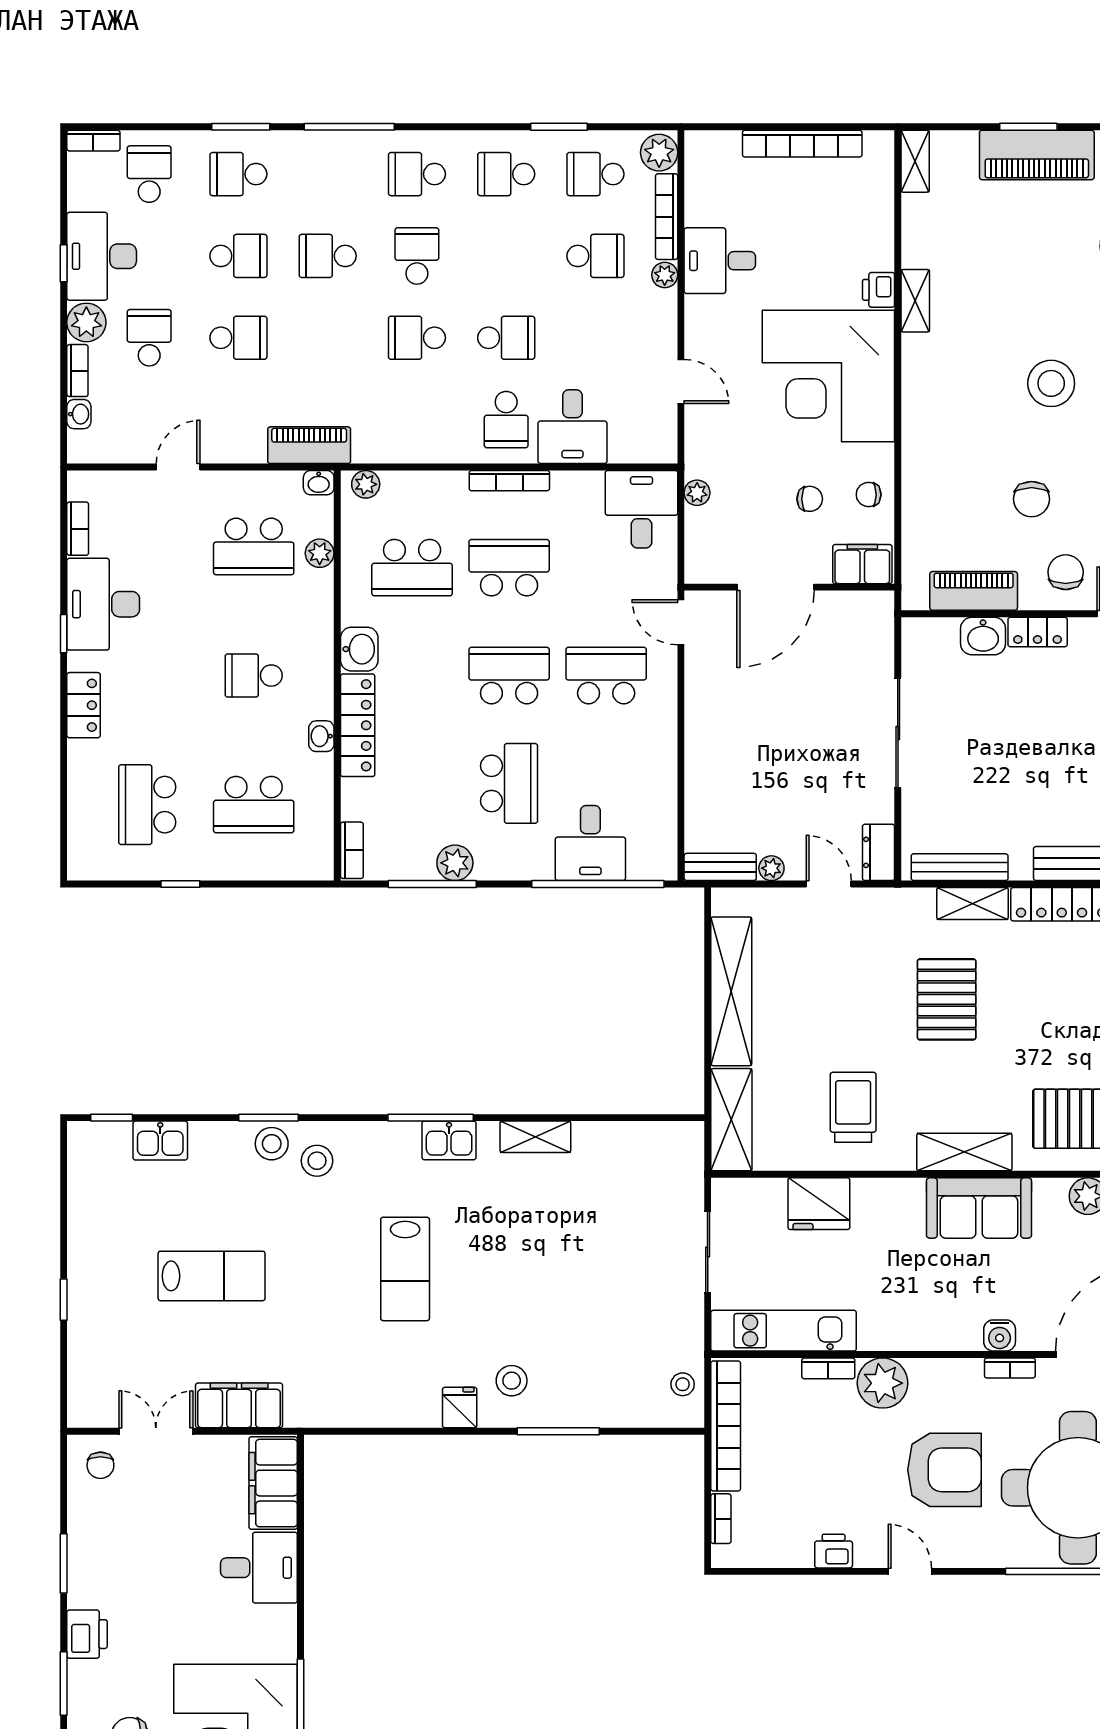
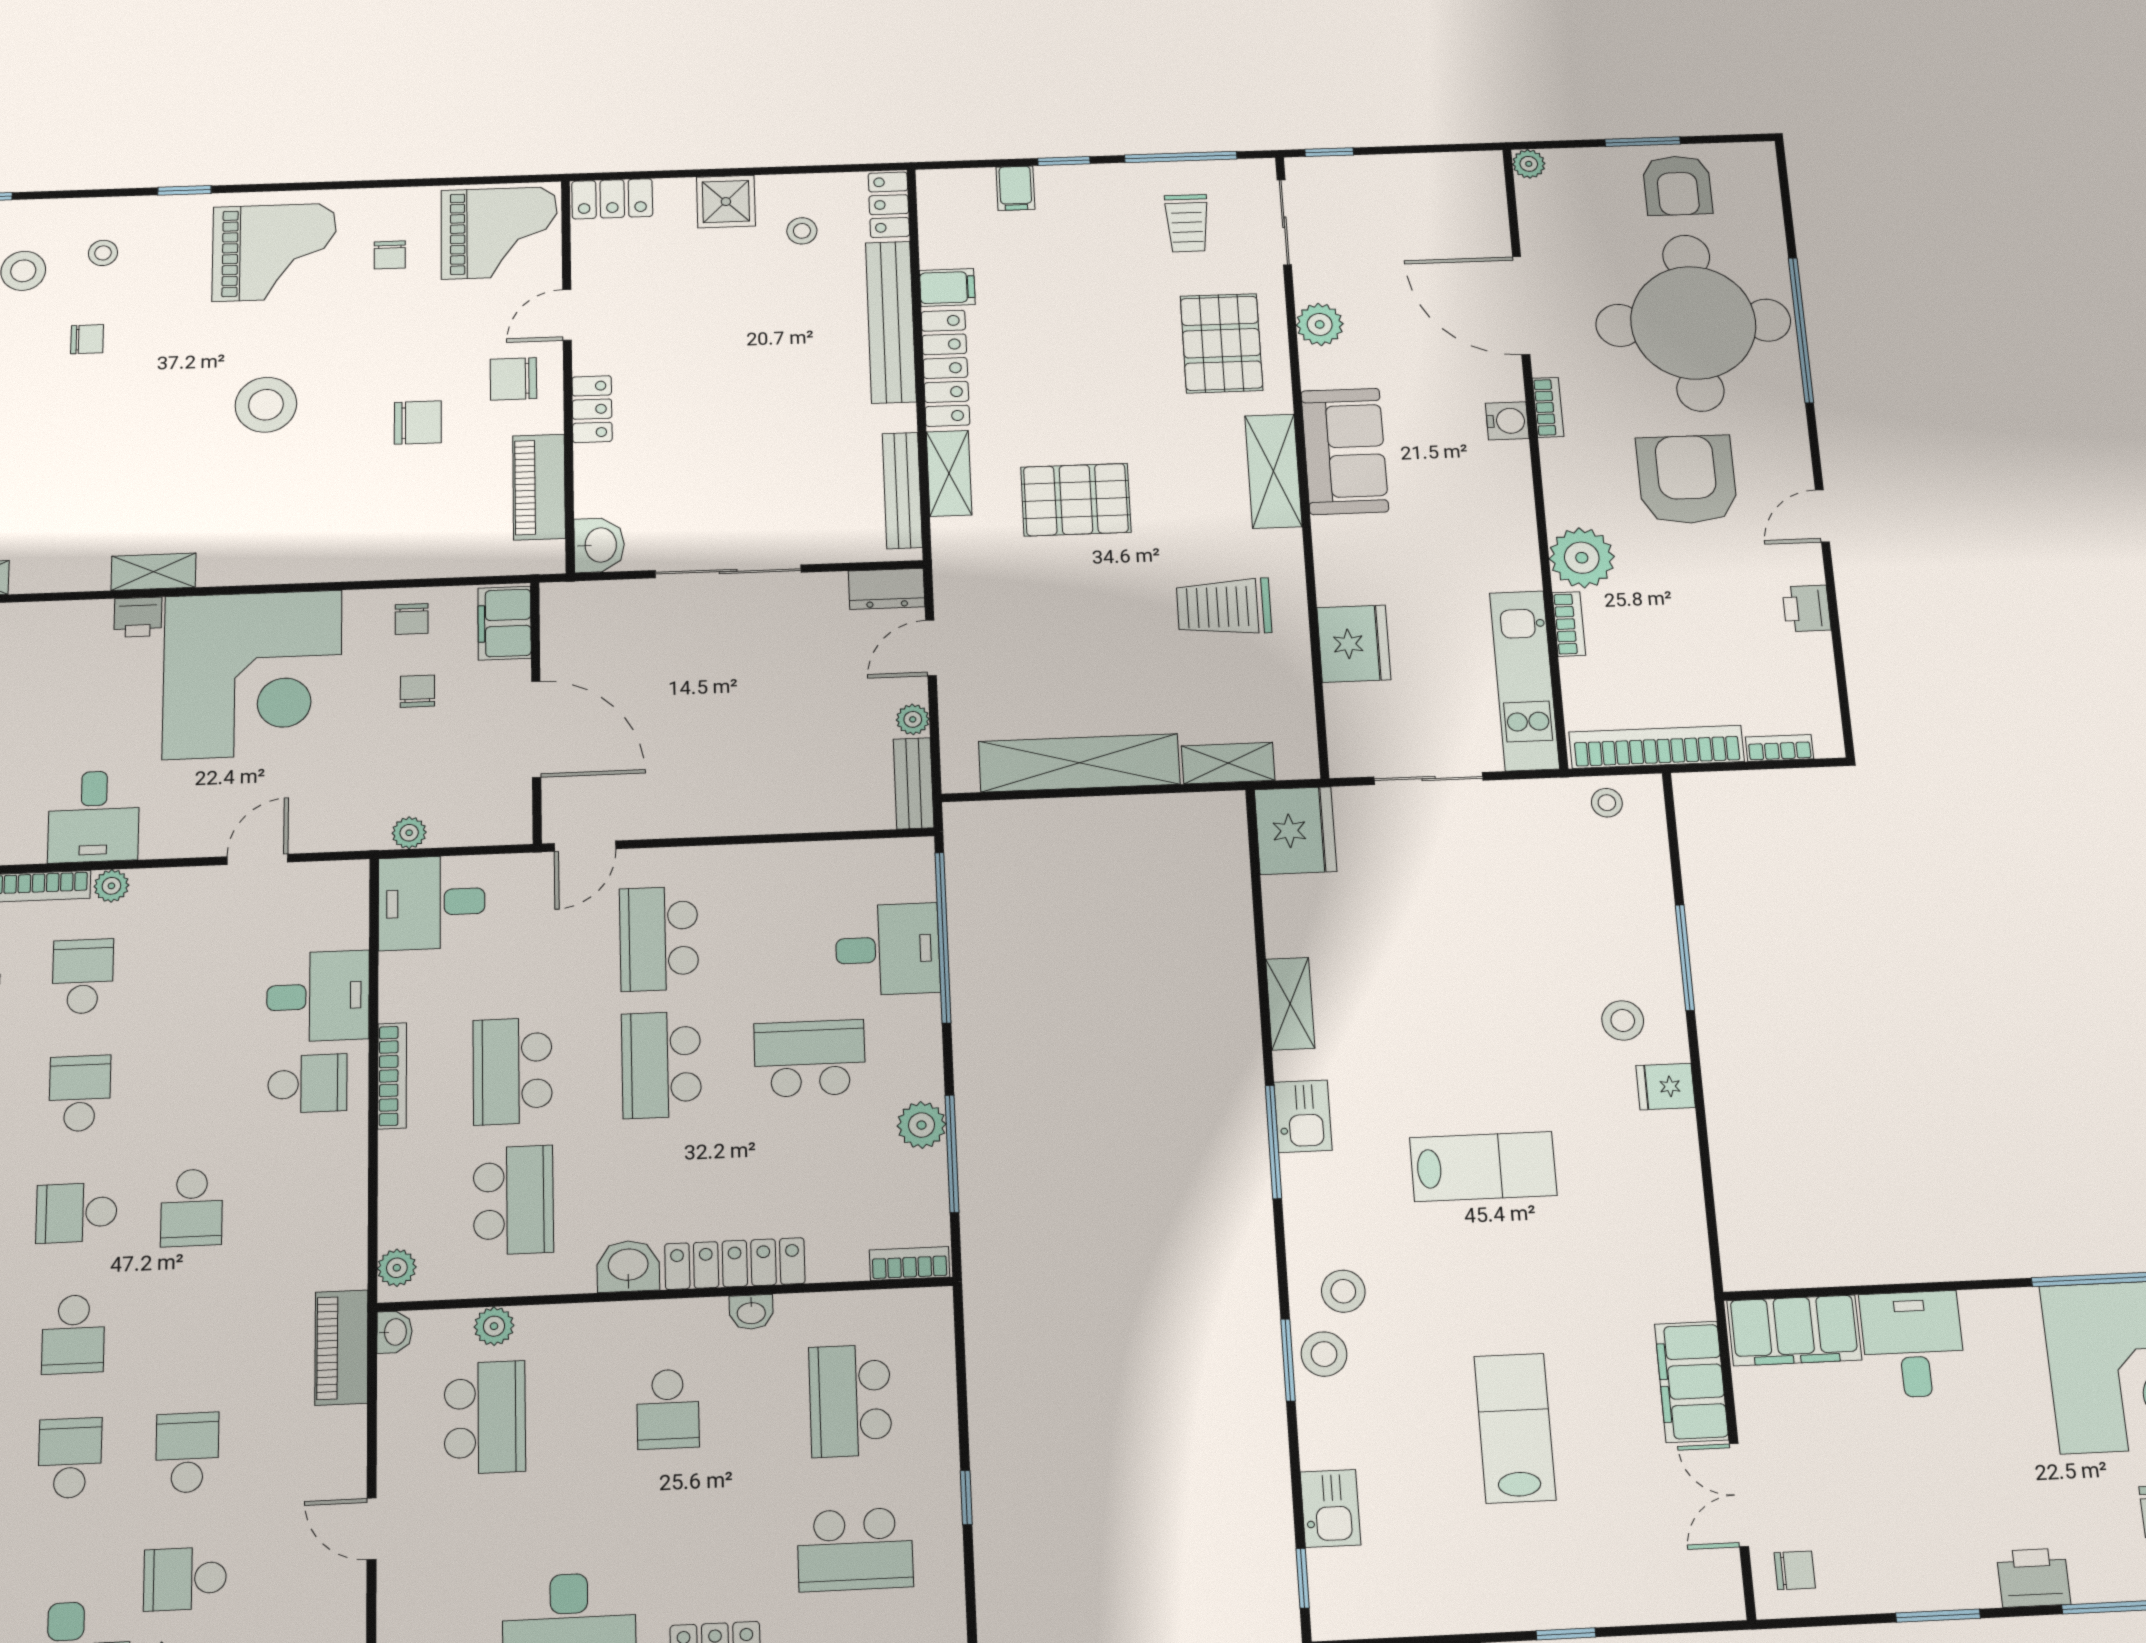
school desk: (506, 338) -> (80, 1093), moved
washbasin: (983, 636) -> (599, 545), moved
school desk: (254, 805) -> (850, 1401), turned 180
shelving: (731, 1120) -> (1228, 763), width x0.67, depth x0.75
fridge: (670, 1150) -> (1295, 831), added

